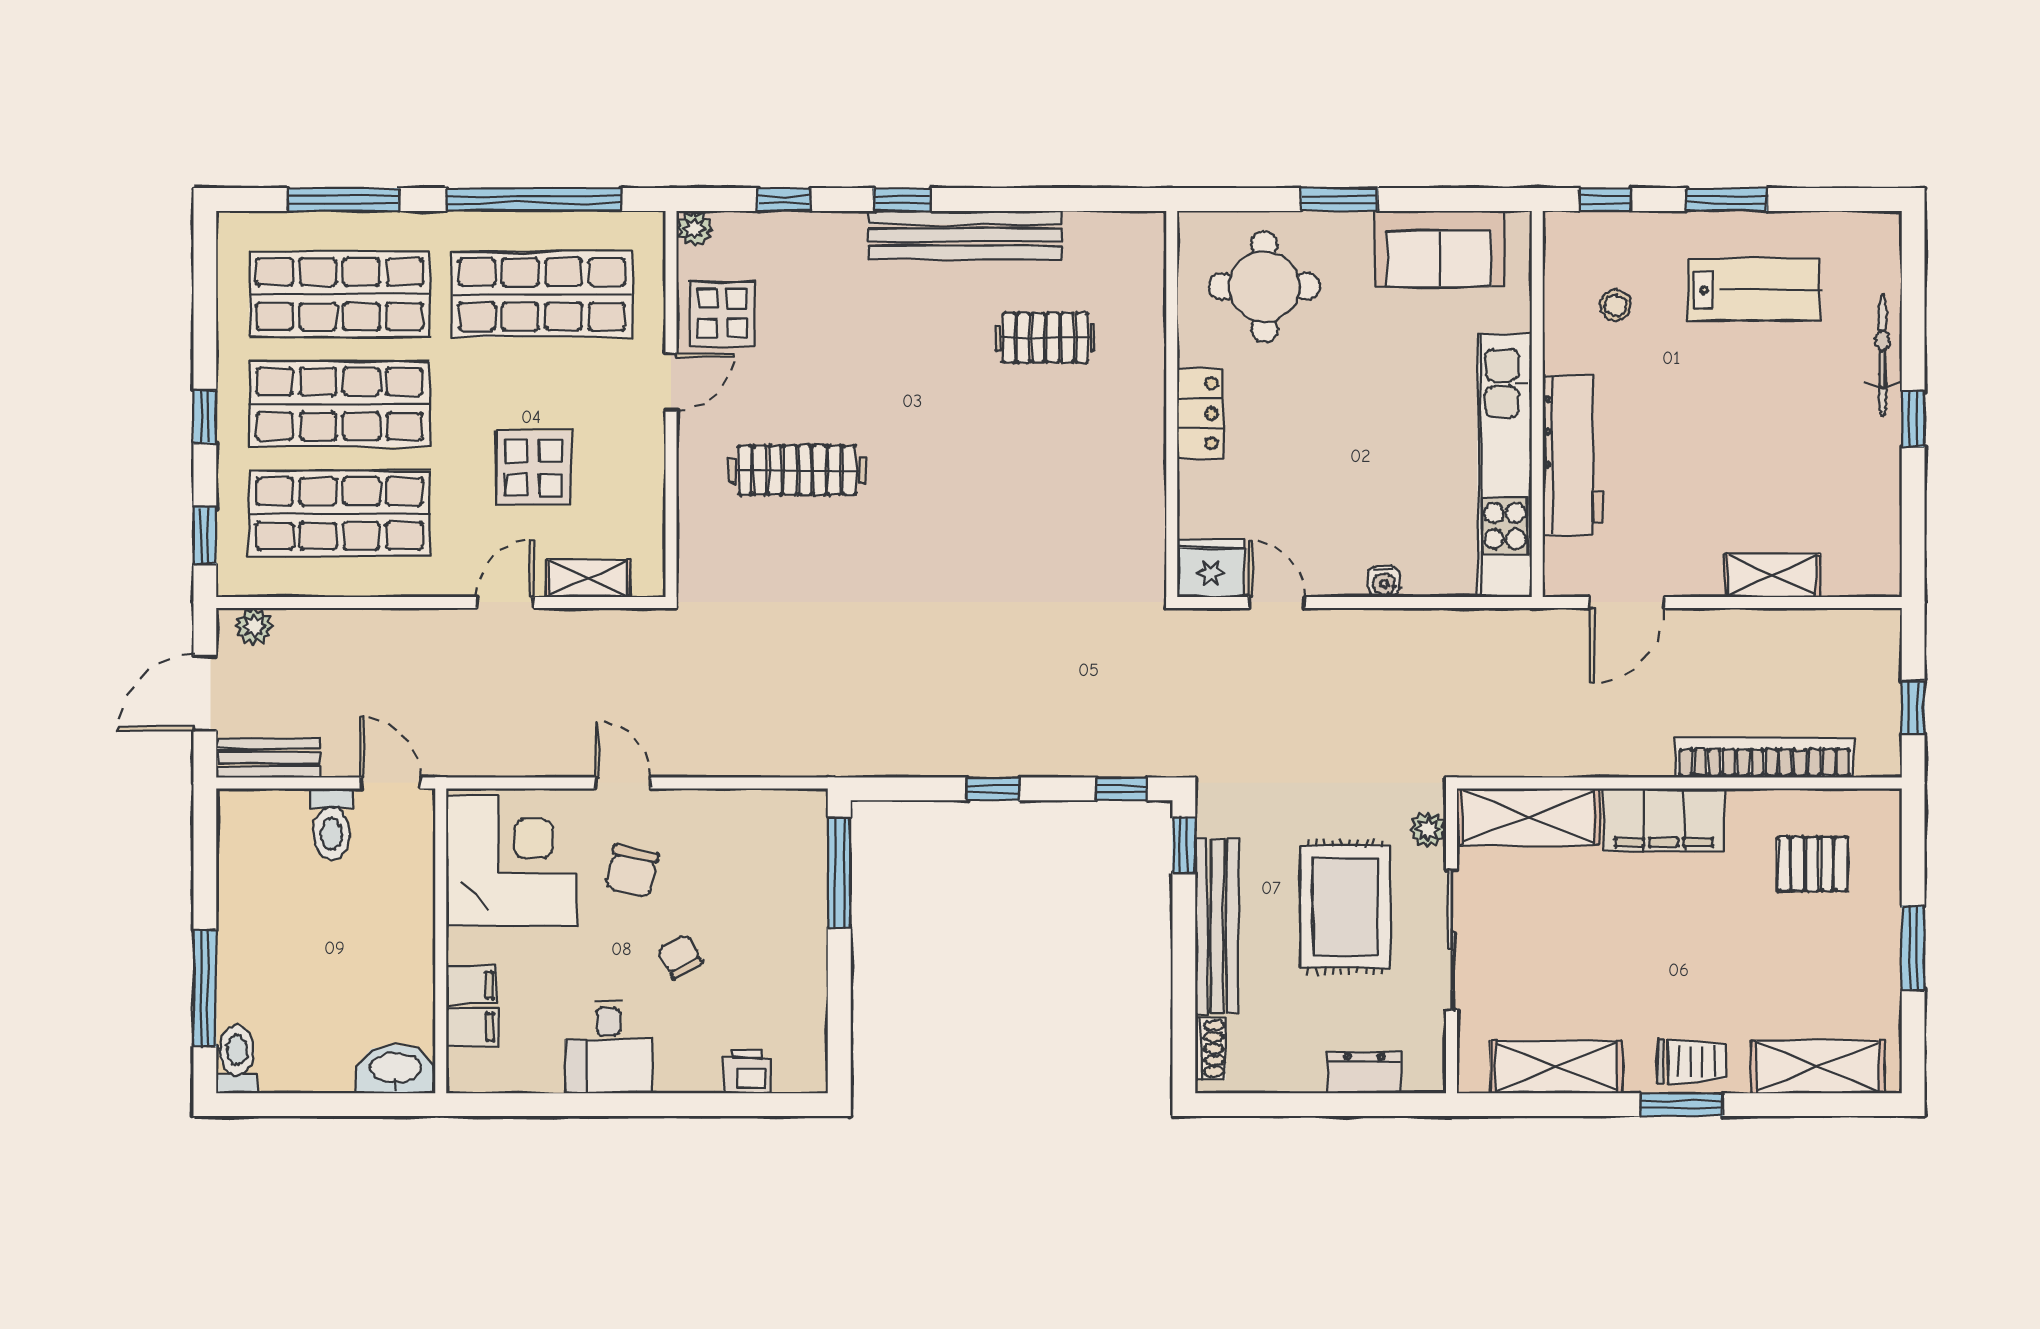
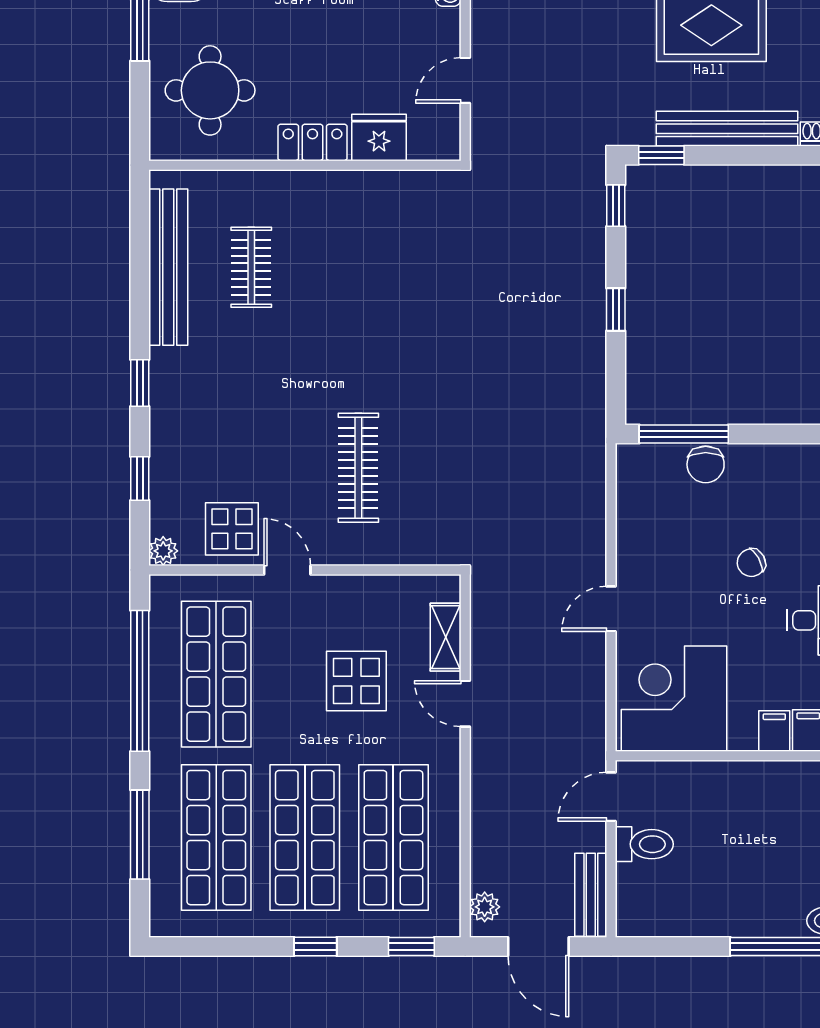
bench: (965, 235) -> (168, 267), moved
fridge: (1211, 568) -> (379, 137), moved, turned 90
chair: (632, 871) -> (706, 464), moved, turned 78

